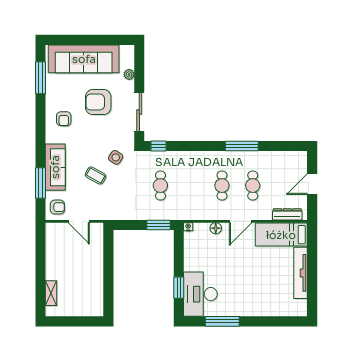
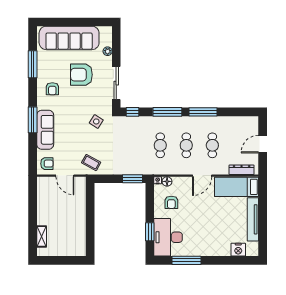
window: (40, 78) -> (33, 64), moved
window: (200, 146) -> (167, 112), added
coffee table: (96, 175) -> (91, 163), moved
window: (40, 183) -> (33, 120), moved
cafe table: (160, 186) -> (160, 145), moved
floor lamp: (216, 228) -> (167, 181), moved
armchair: (204, 253) -> (171, 202), added
nightstand: (283, 309) -> (238, 250), added

